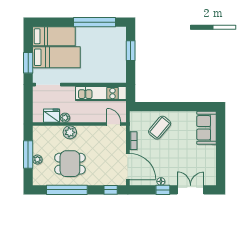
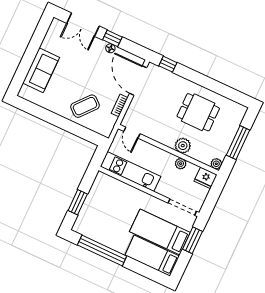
fridge: (52, 116) -> (206, 178), moved
sofa: (207, 128) -> (41, 70), moved
plant: (37, 160) -> (216, 164), moved
window: (67, 190) -> (214, 86), removed

